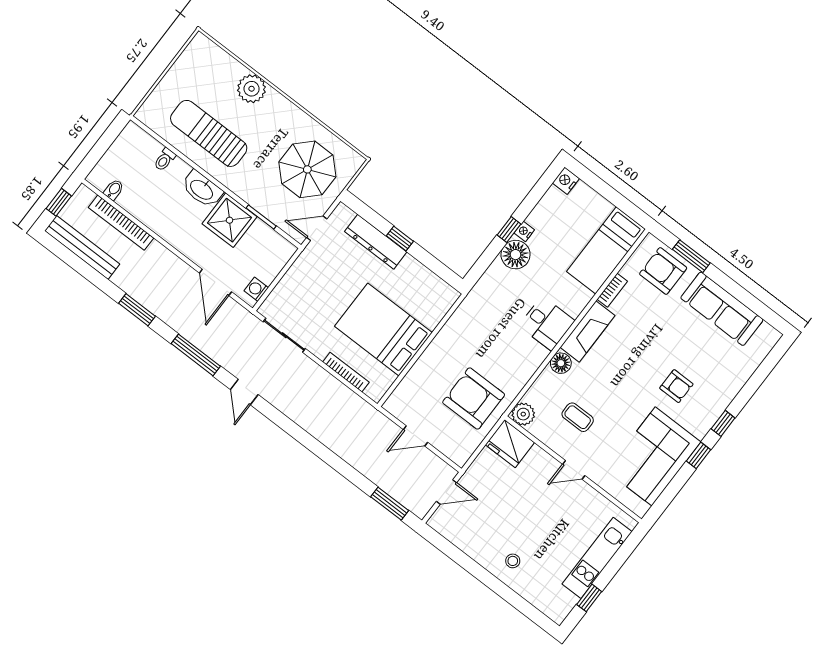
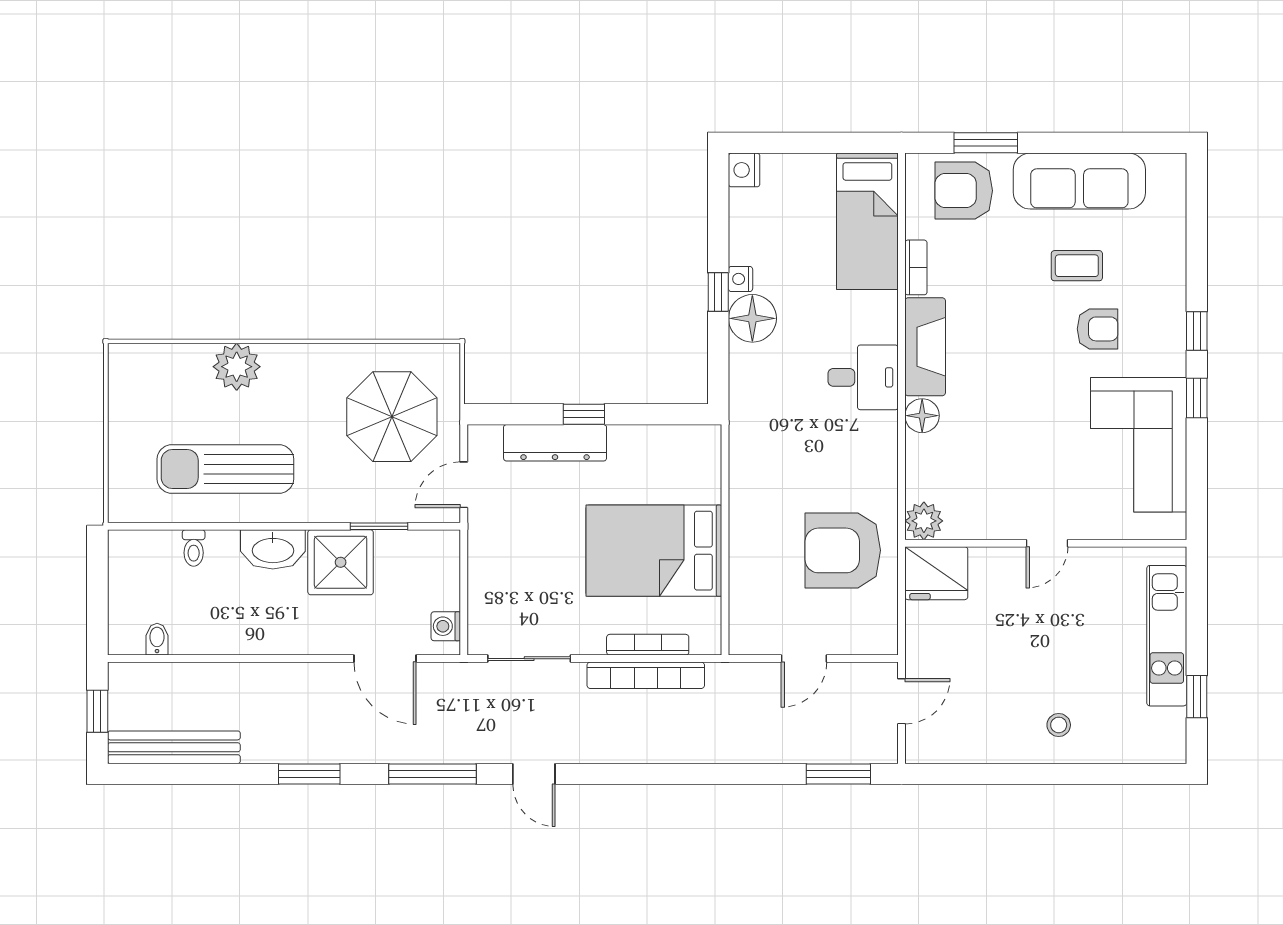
bookcase: (121, 223) -> (646, 675), moved
coffee table: (578, 417) -> (1077, 266), moved

